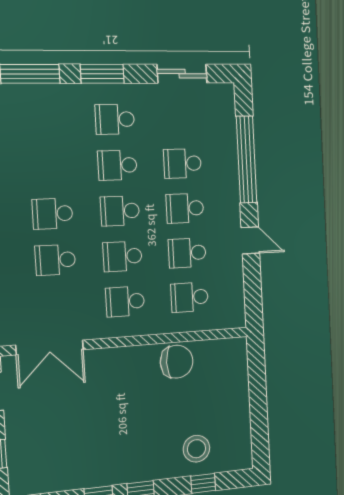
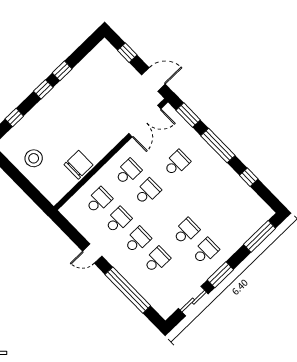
window: (102, 74) -> (220, 275), moved
school desk: (120, 211) -> (167, 212), removed
school desk: (53, 214) -> (196, 183), removed
double door: (50, 347) -> (145, 121), swing flipped
chair: (177, 362) -> (79, 165), turned 180
stool: (196, 449) -> (34, 158), moved

